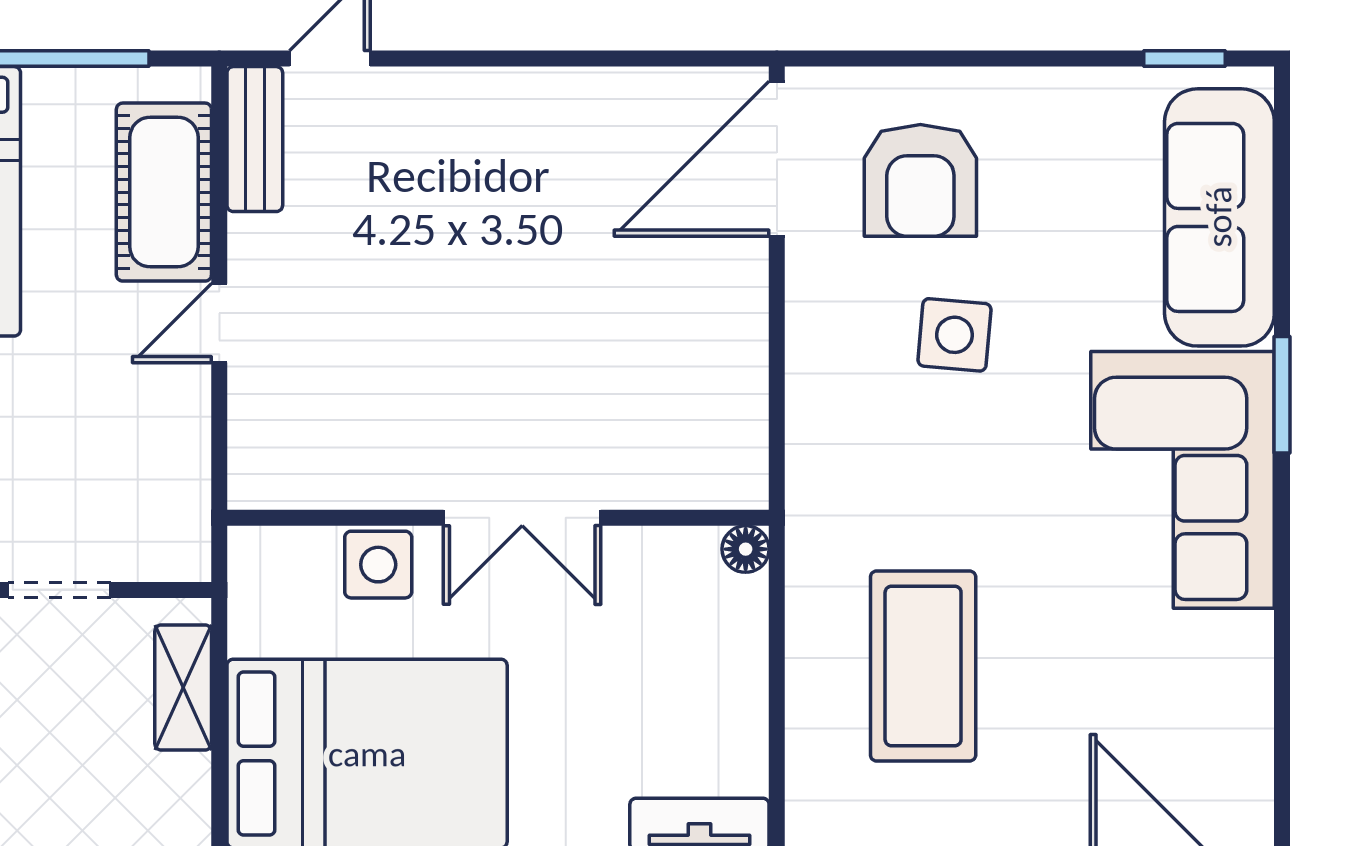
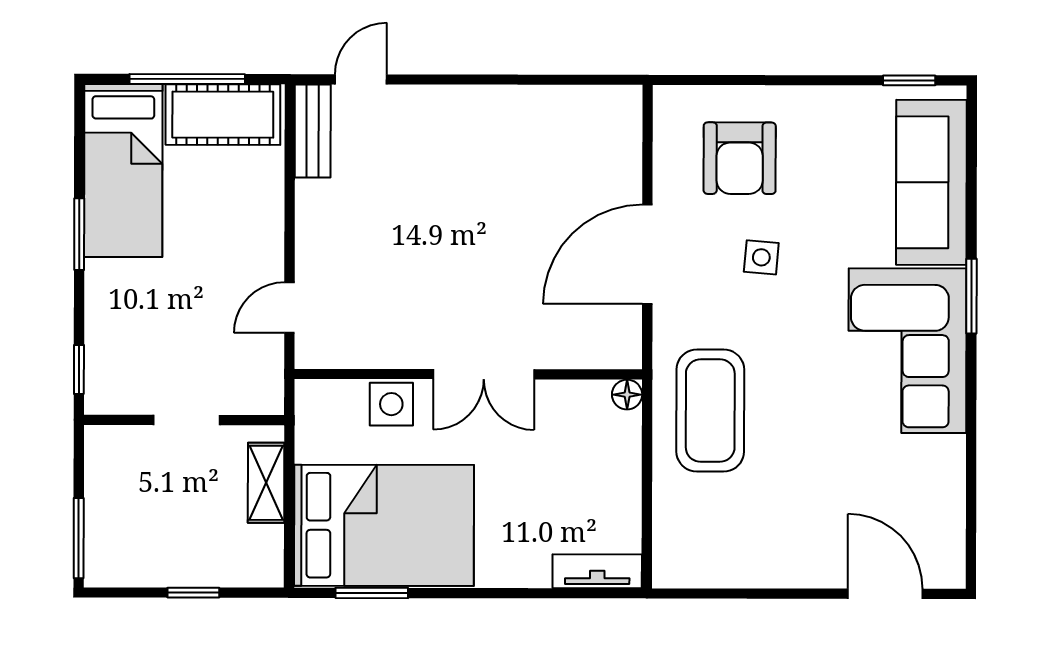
door: (777, 159) -> (647, 254), moved
cot: (164, 192) -> (223, 115), moved, turned 90
door: (219, 323) -> (289, 308), moved
side table: (954, 335) -> (761, 257), width x0.73, depth x0.73
coffee table: (923, 666) -> (710, 411), moved

